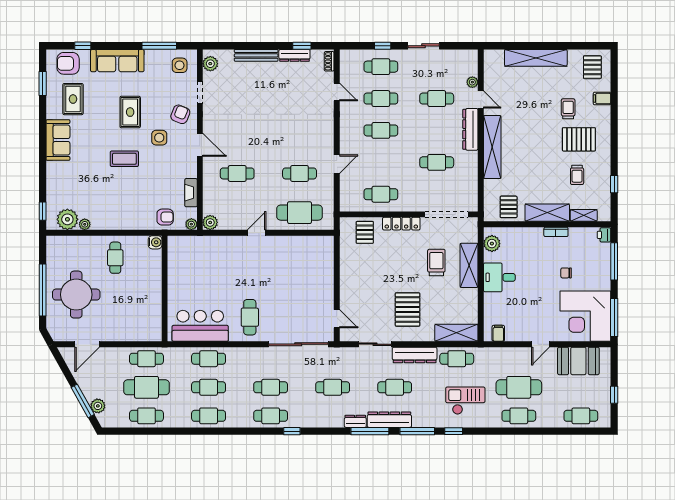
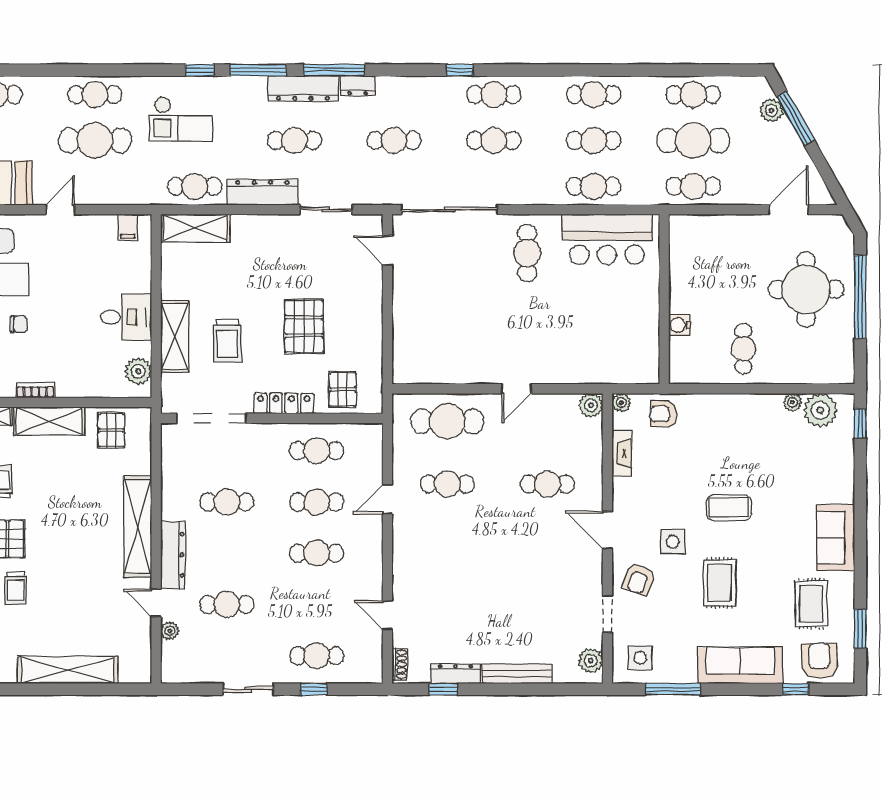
armchair: (68, 63) -> (819, 661), turned -92
cafe table: (381, 99) -> (317, 502), moved
water cooler: (155, 242) -> (679, 325), moved
pallet: (408, 309) -> (304, 326), moved

